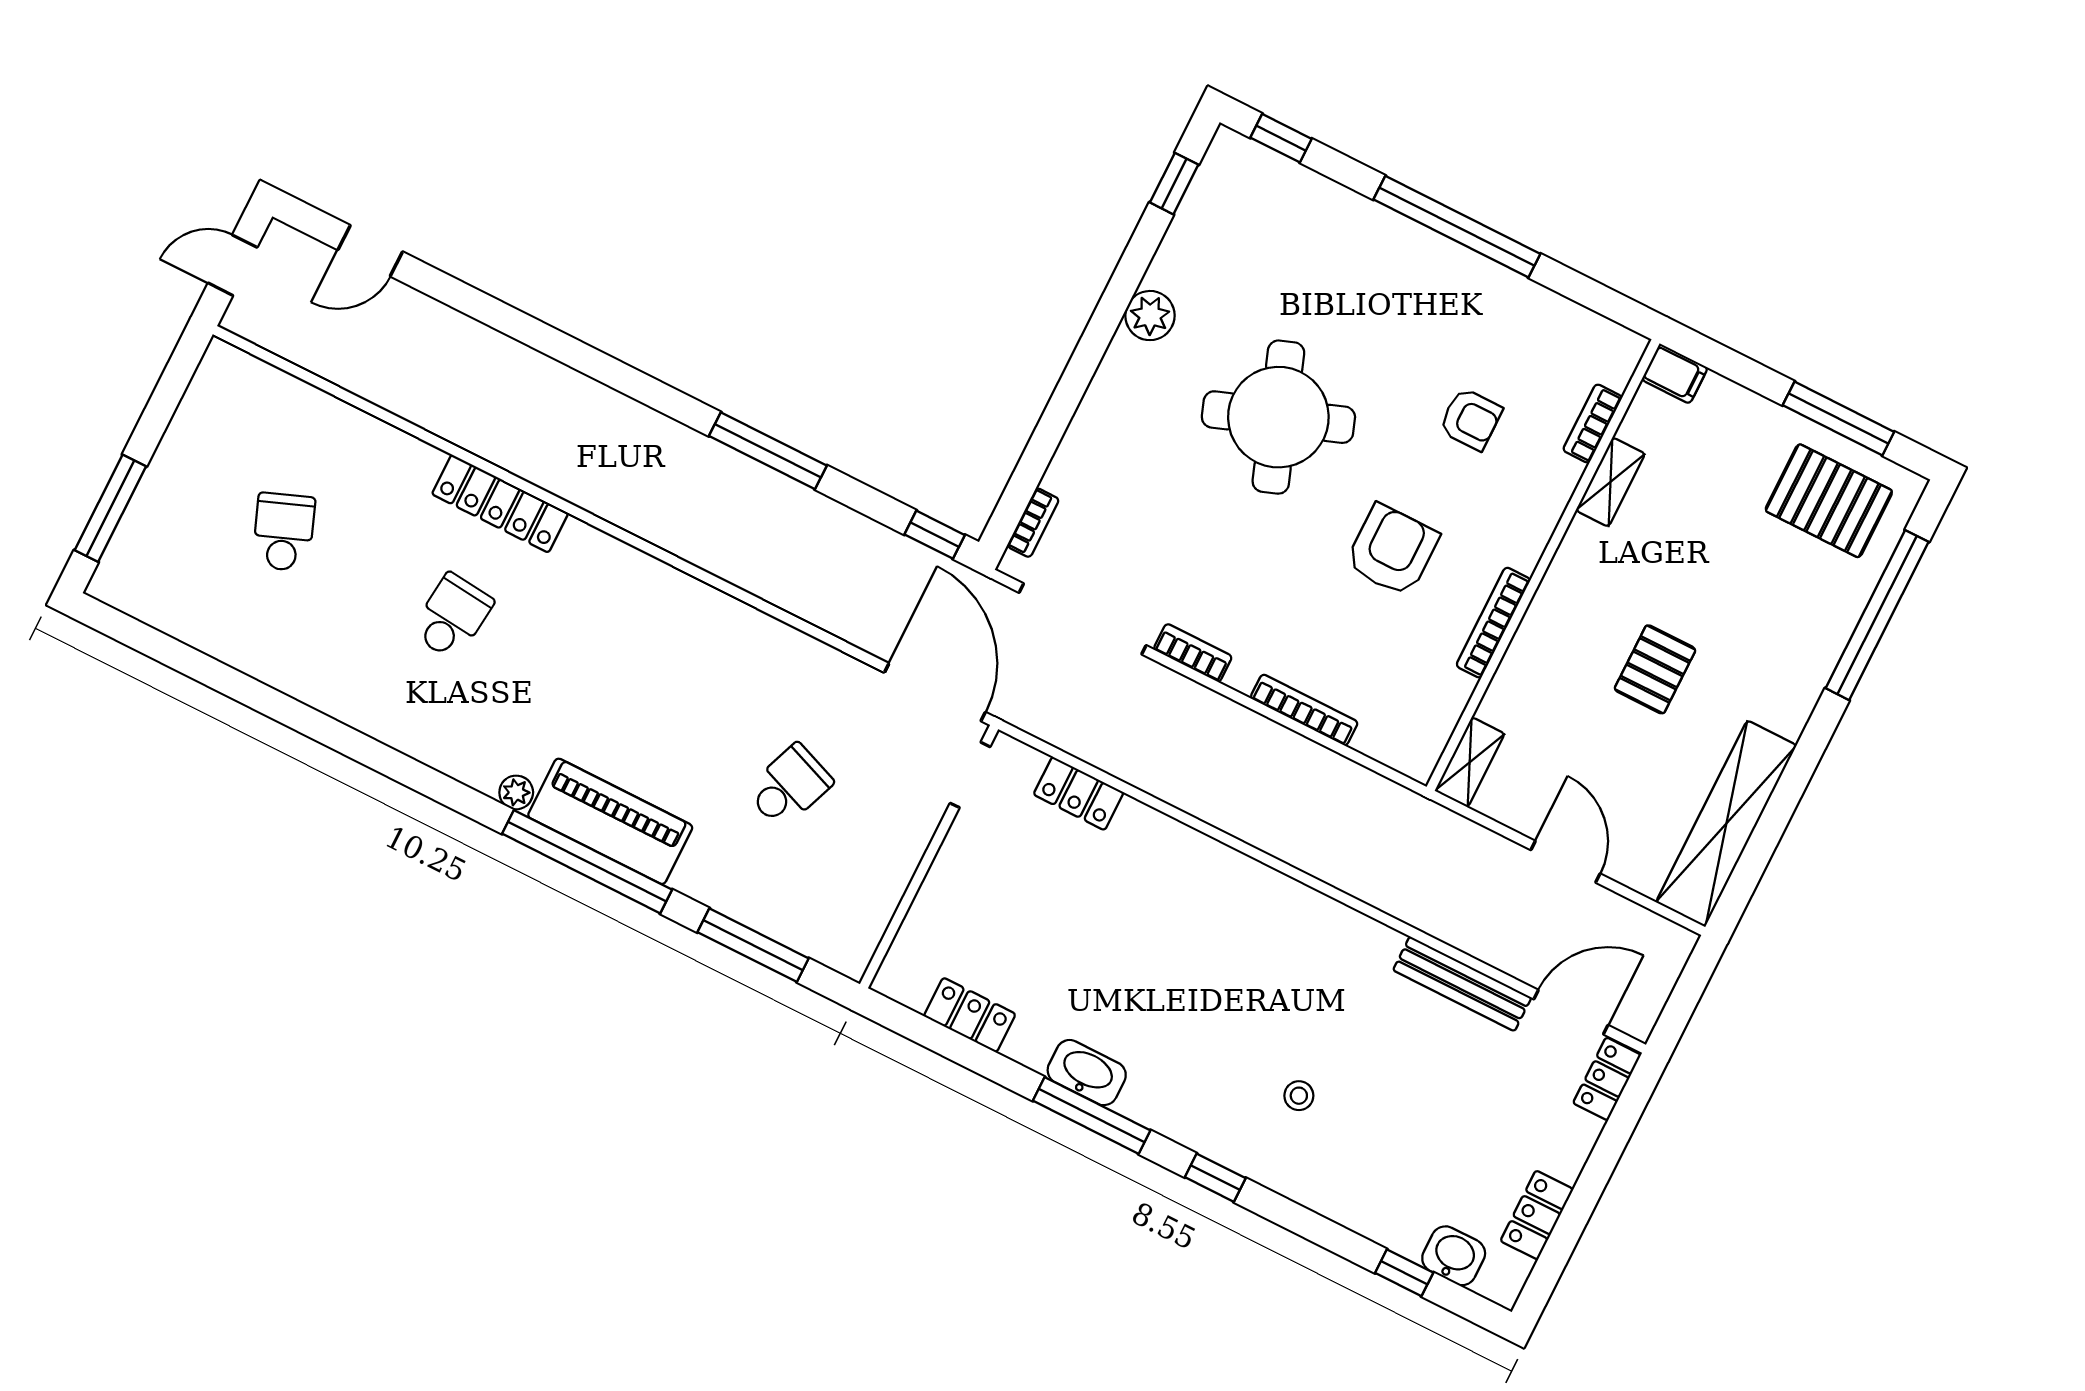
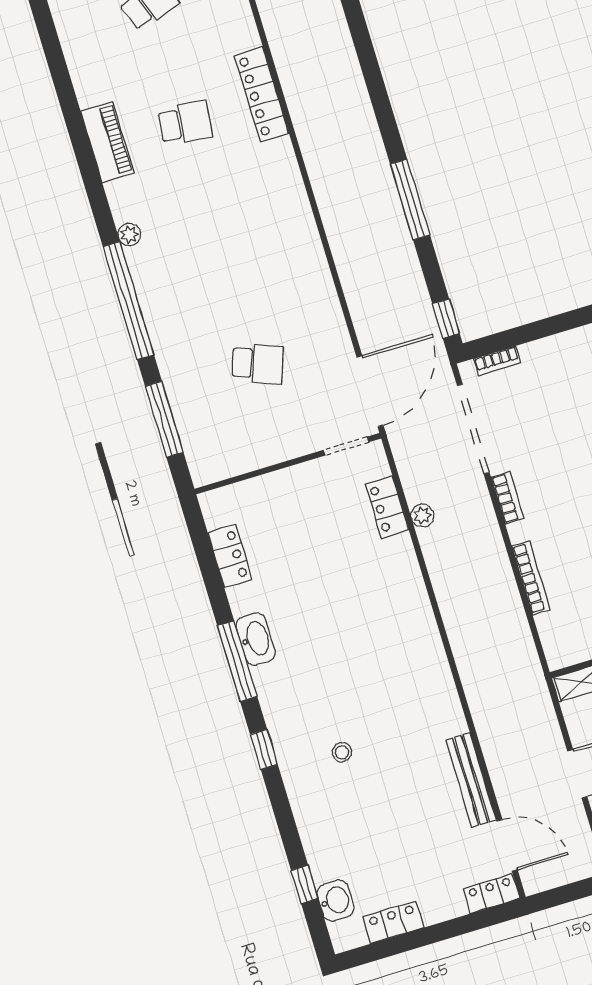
plant: (1124, 764) -> (422, 516), added
piano: (610, 821) -> (107, 142), moved, width x0.73, depth x0.75

